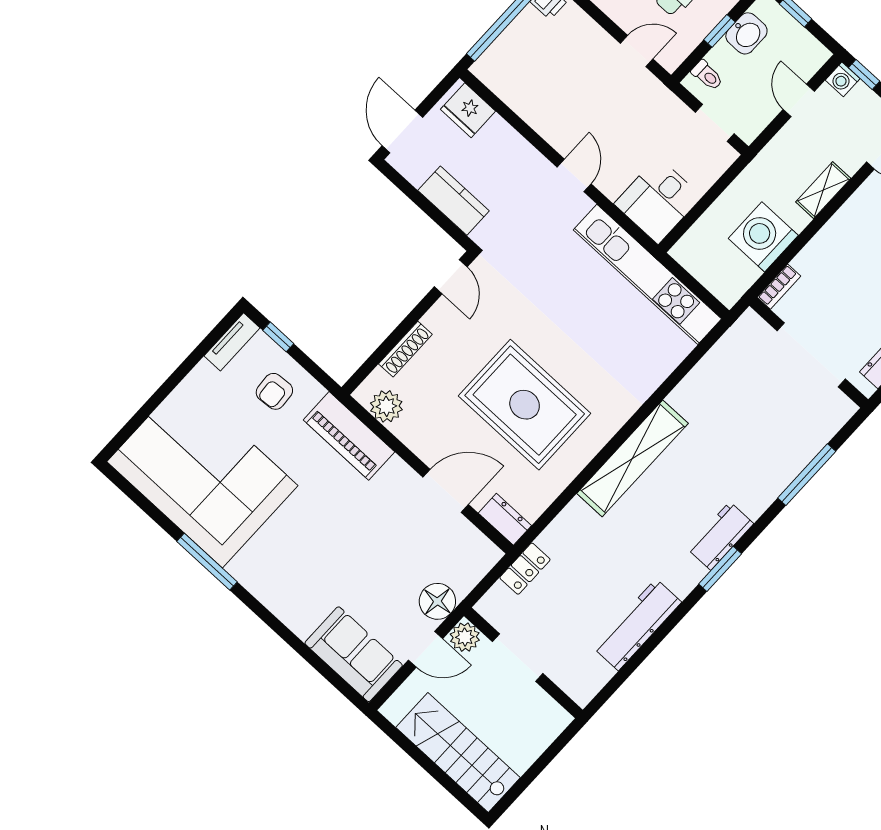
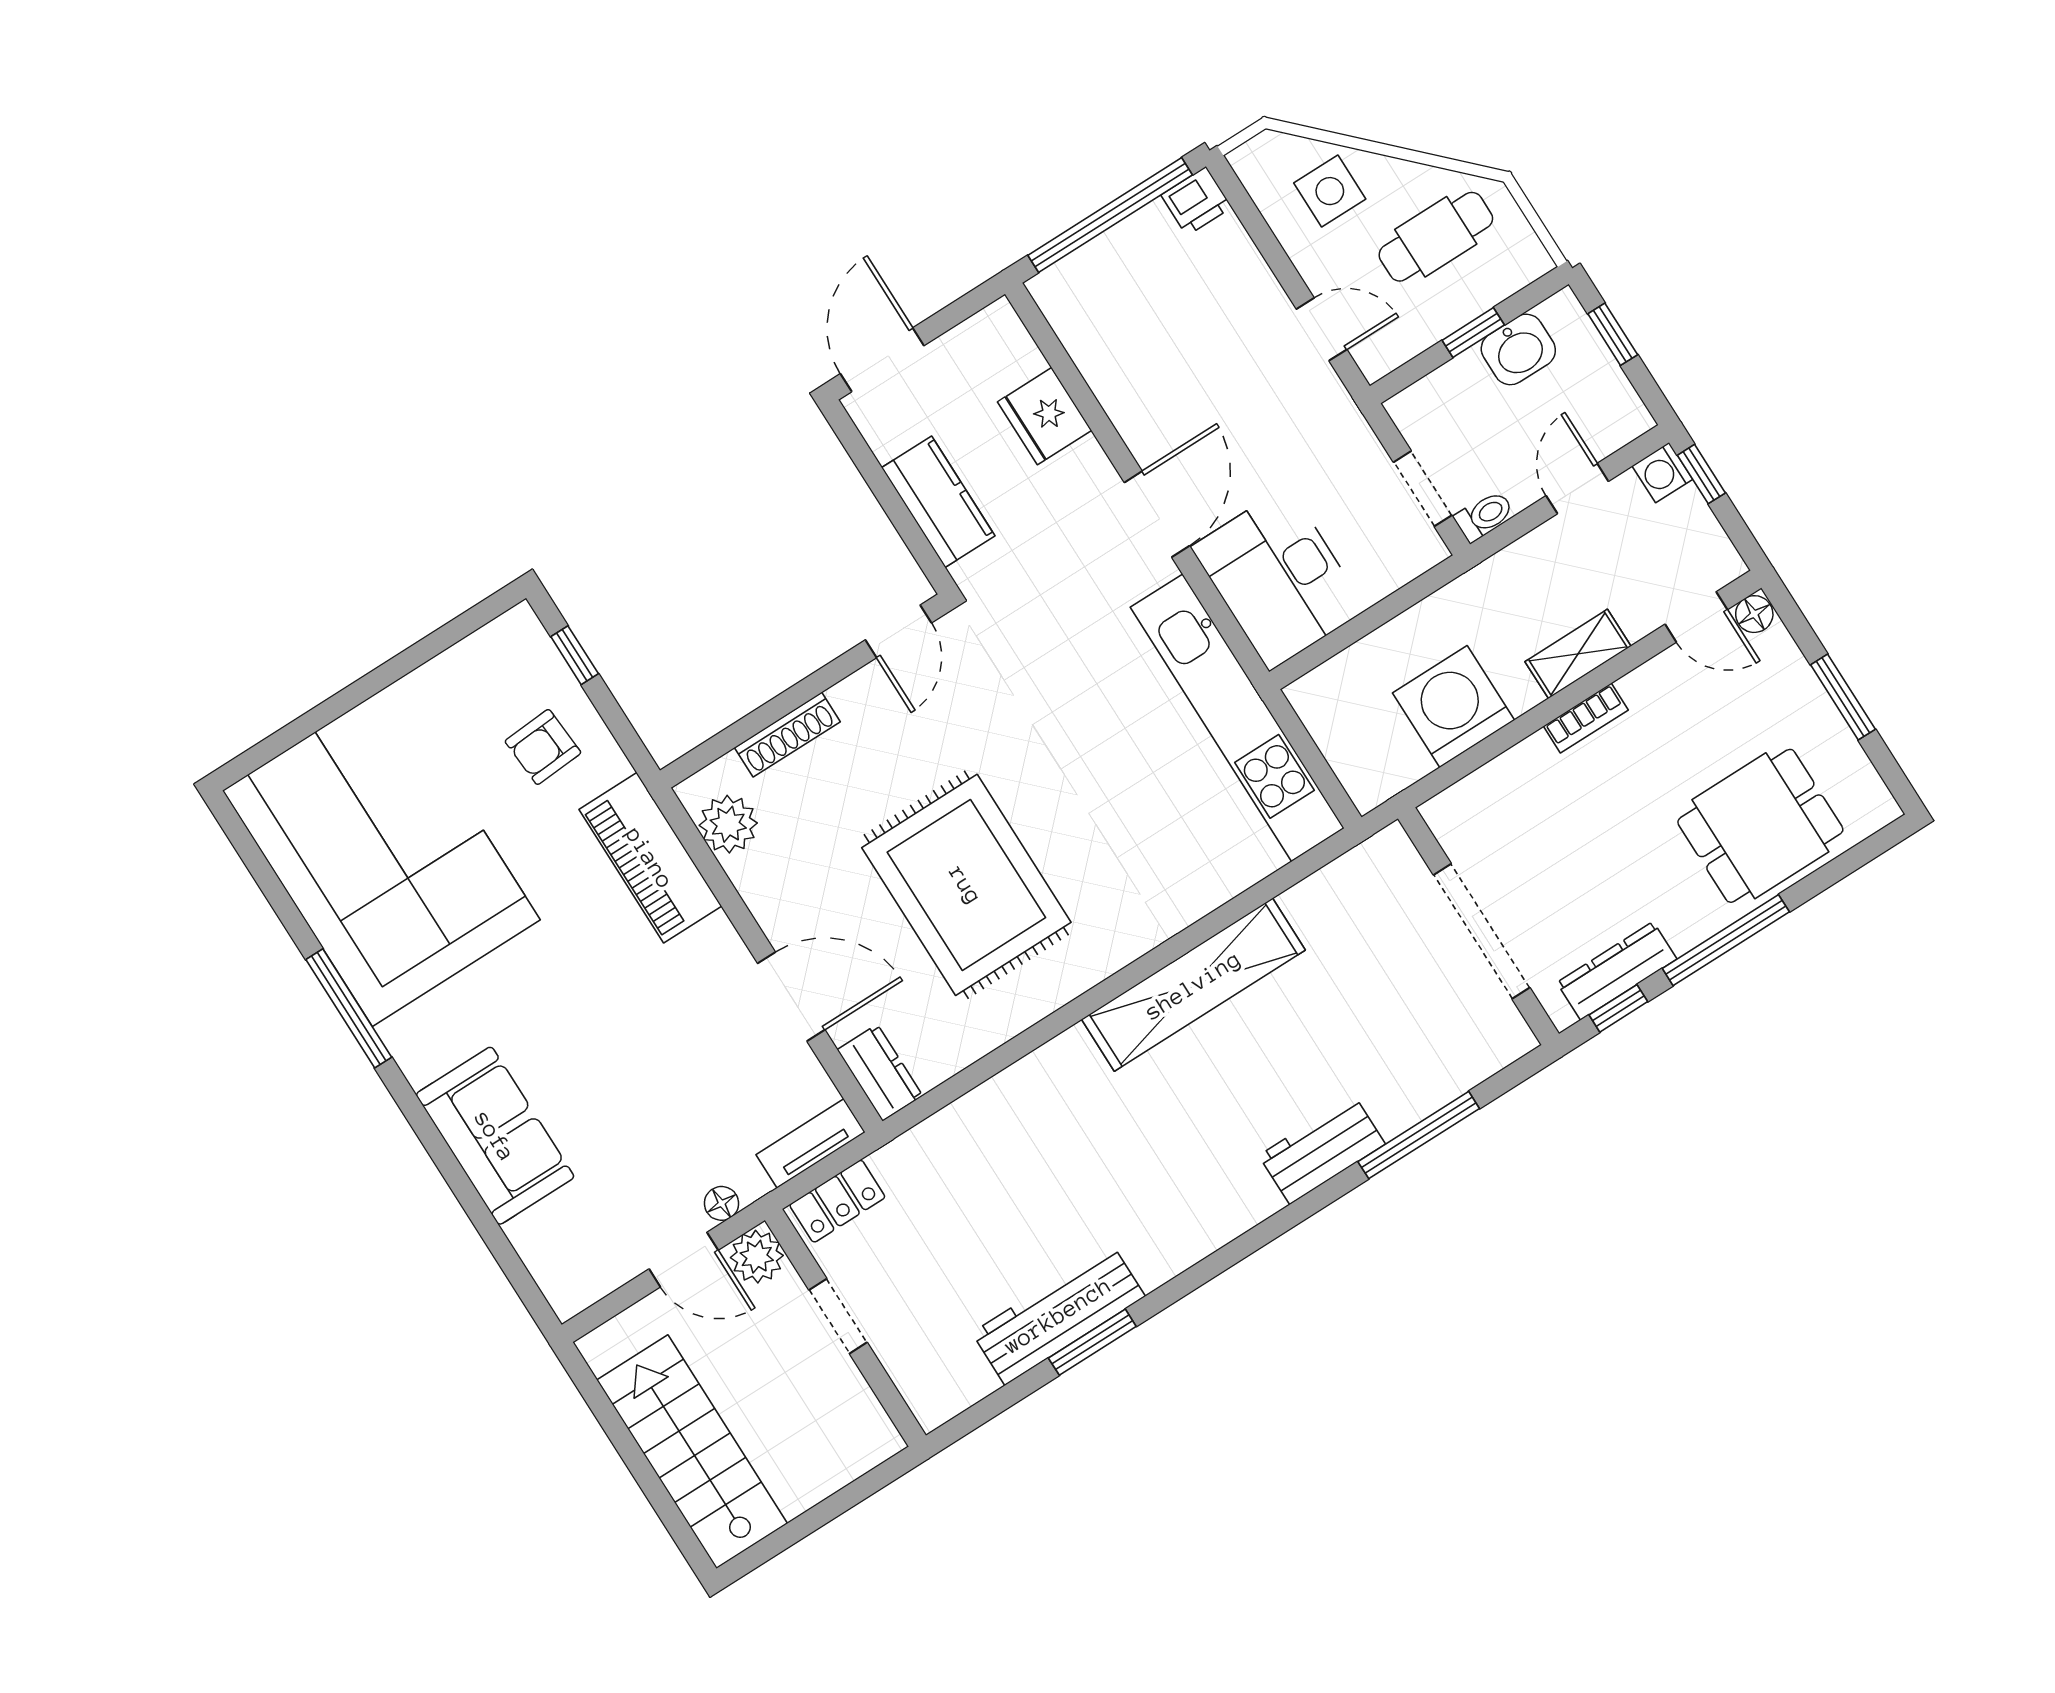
toilet: (707, 75) -> (1484, 516), moved, turned -90
fridge: (468, 110) -> (1045, 416), moved
door: (574, 175) -> (1157, 514), width x1.38
desk: (658, 200) -> (1279, 578), width x1.37
bookcase: (779, 287) -> (1586, 718), moved
tv unit: (232, 342) -> (811, 1143), moved, turned 180
shelving: (632, 458) -> (1193, 985), moved
workbench: (720, 536) -> (1322, 1150), moved
locker: (525, 569) -> (837, 1201), moved
window: (720, 569) -> (1092, 1342), moved
floor lamp: (437, 601) -> (722, 1203), width x0.53, depth x0.53
sofa: (354, 654) -> (495, 1136), moved
doorway: (518, 658) -> (838, 1316), width x0.73

